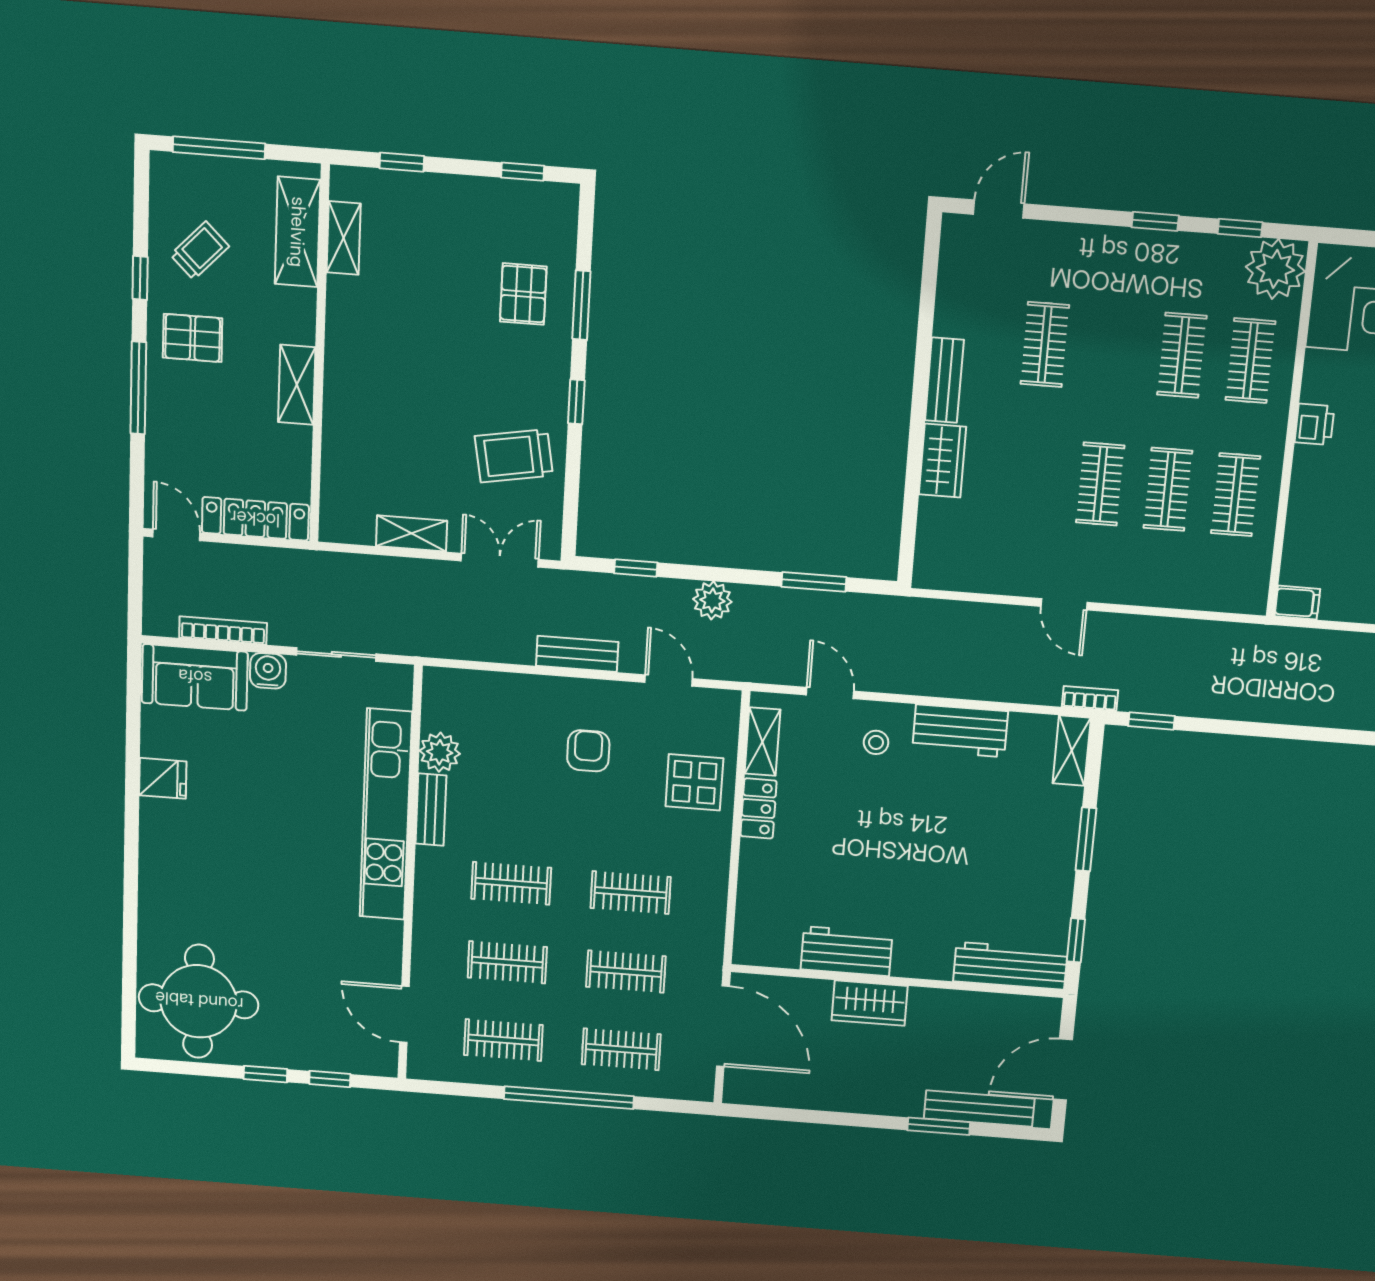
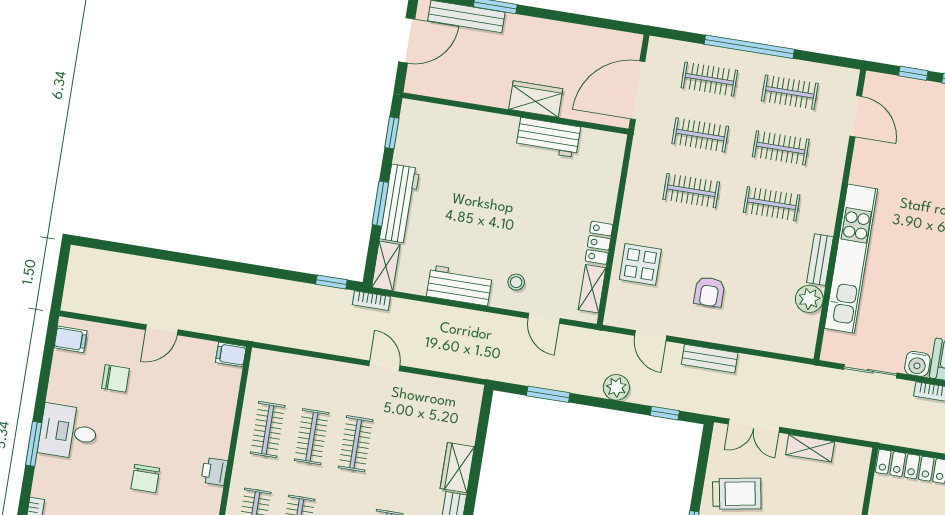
workbench: (1010, 966) -> (400, 204), moved, turned -90
door: (723, 1026) -> (638, 90), hinge flipped

